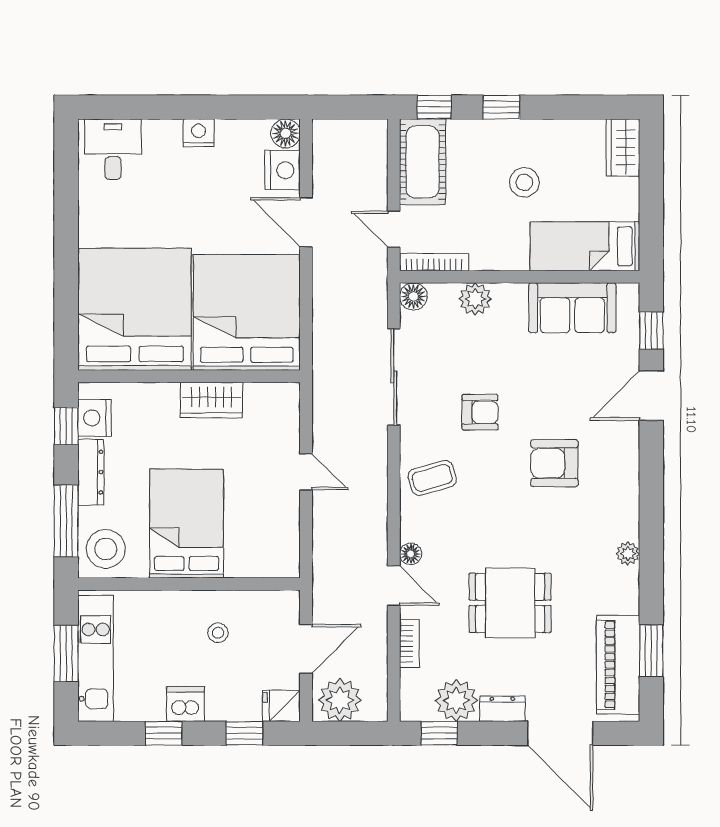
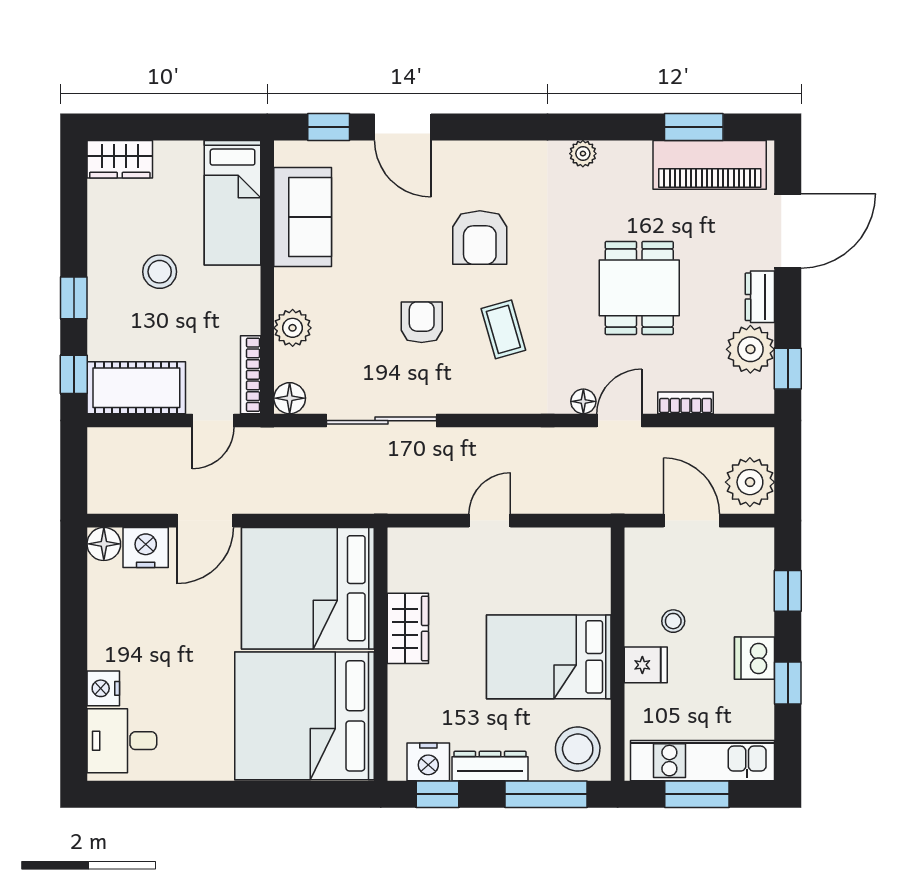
nightstand: (199, 133) -> (103, 688), moved
coffee table: (432, 478) -> (503, 329), moved
fridge: (281, 706) -> (646, 665), moved, turned -90

